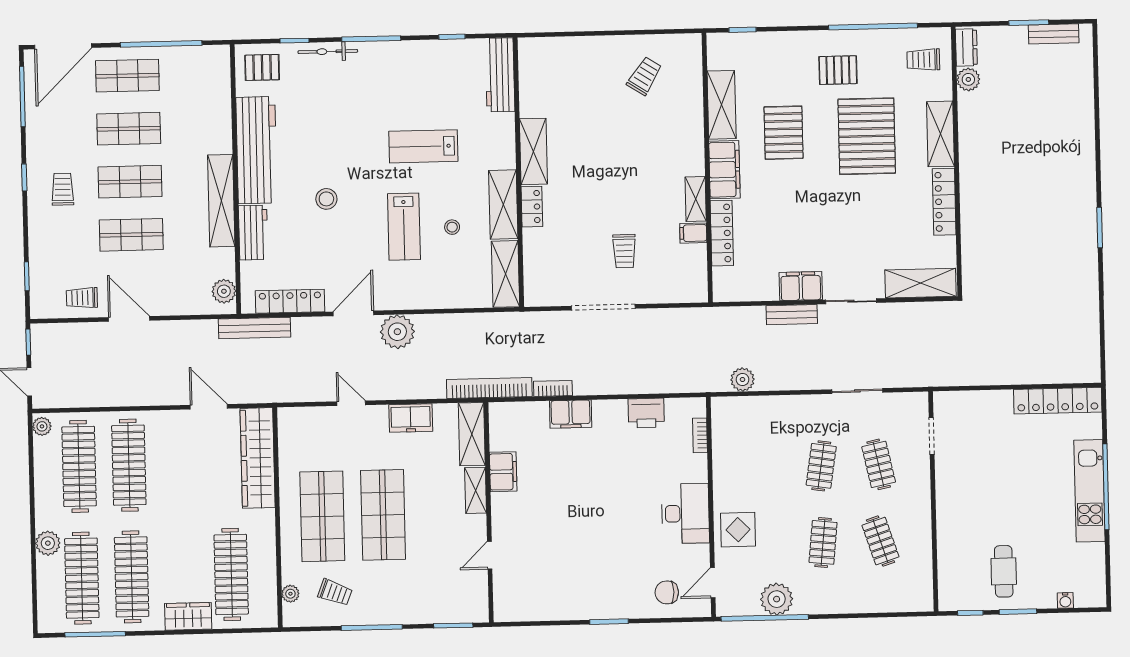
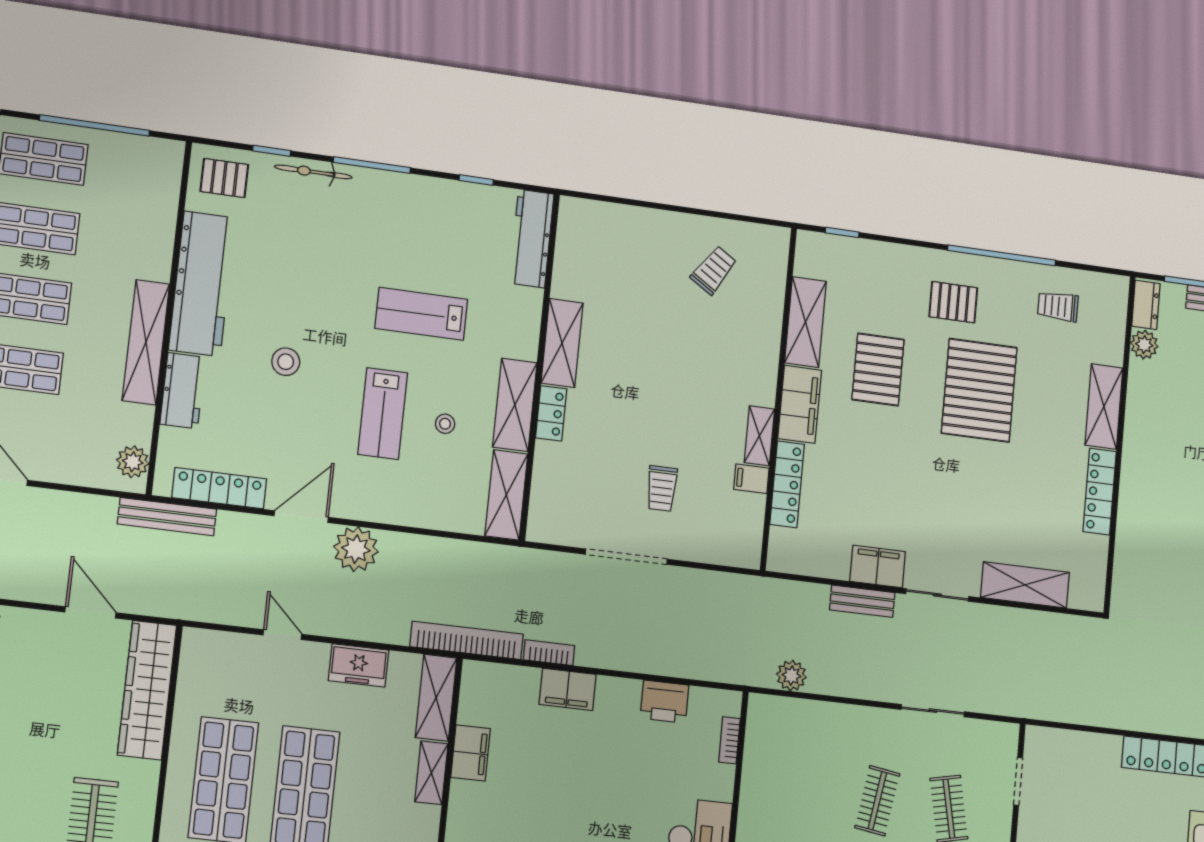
dresser: (966, 47) -> (1146, 305), moved
plant: (968, 79) -> (1144, 345), moved
shelving: (940, 134) -> (1104, 406), moved
wall: (956, 162) -> (1120, 444), moved
locker: (944, 202) -> (1100, 492), moved

